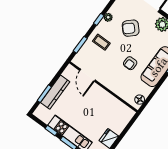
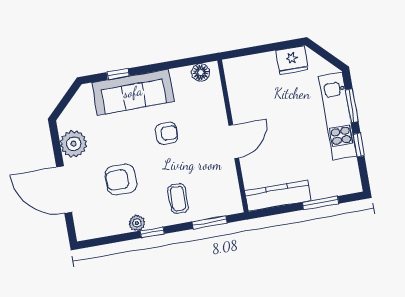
armchair: (131, 28) -> (121, 179), turned 133
door: (87, 75) -> (234, 142), moved
kitchen counter: (55, 92) -> (278, 196), moved

